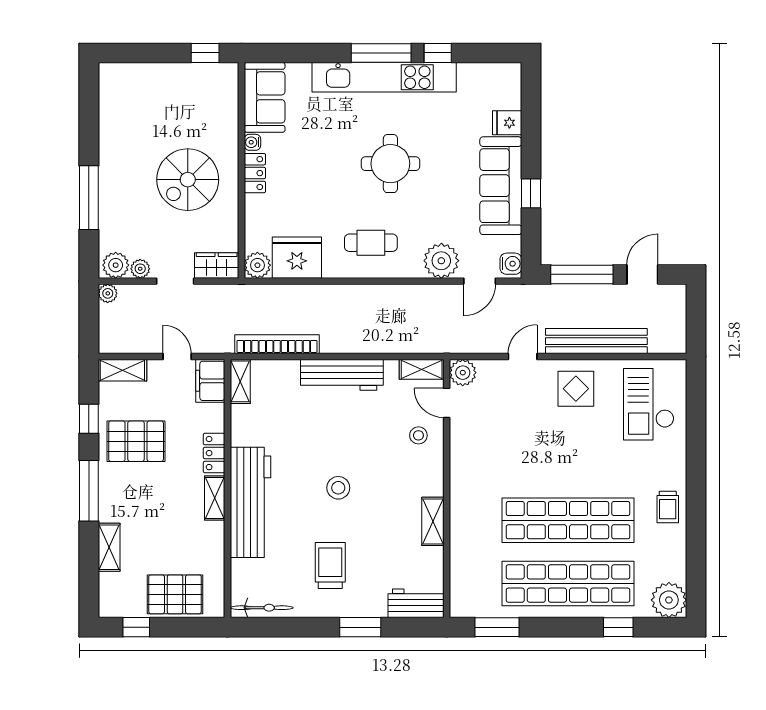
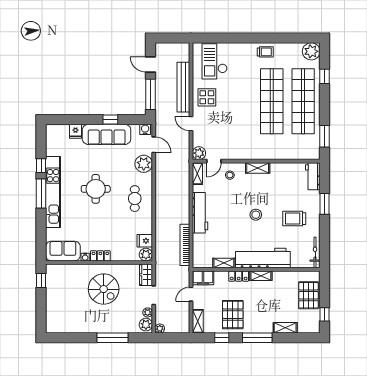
fridge: (297, 258) -> (145, 241), width x0.53, depth x0.75
shelving: (240, 381) -> (224, 263), moved
checkout: (649, 404) -> (215, 61), turned 90
shelving: (433, 521) -> (258, 168), moved

